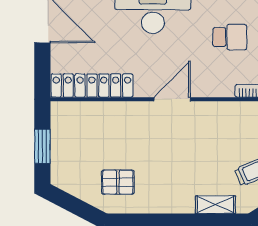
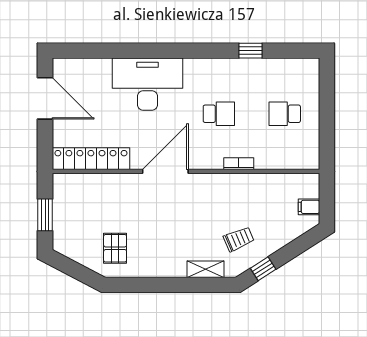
door: (172, 99) -> (165, 171), width x1.36
pallet: (118, 182) -> (115, 248), turned 90

